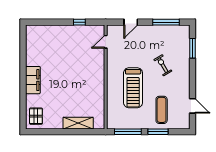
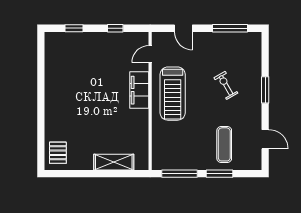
window: (48, 22) -> (74, 28), added
door: (131, 22) -> (183, 28), hinge flipped
window: (192, 48) -> (265, 90), moved
filing cabinet: (33, 80) -> (139, 90), moved, turned 180
treadmill: (133, 88) -> (173, 94), moved

